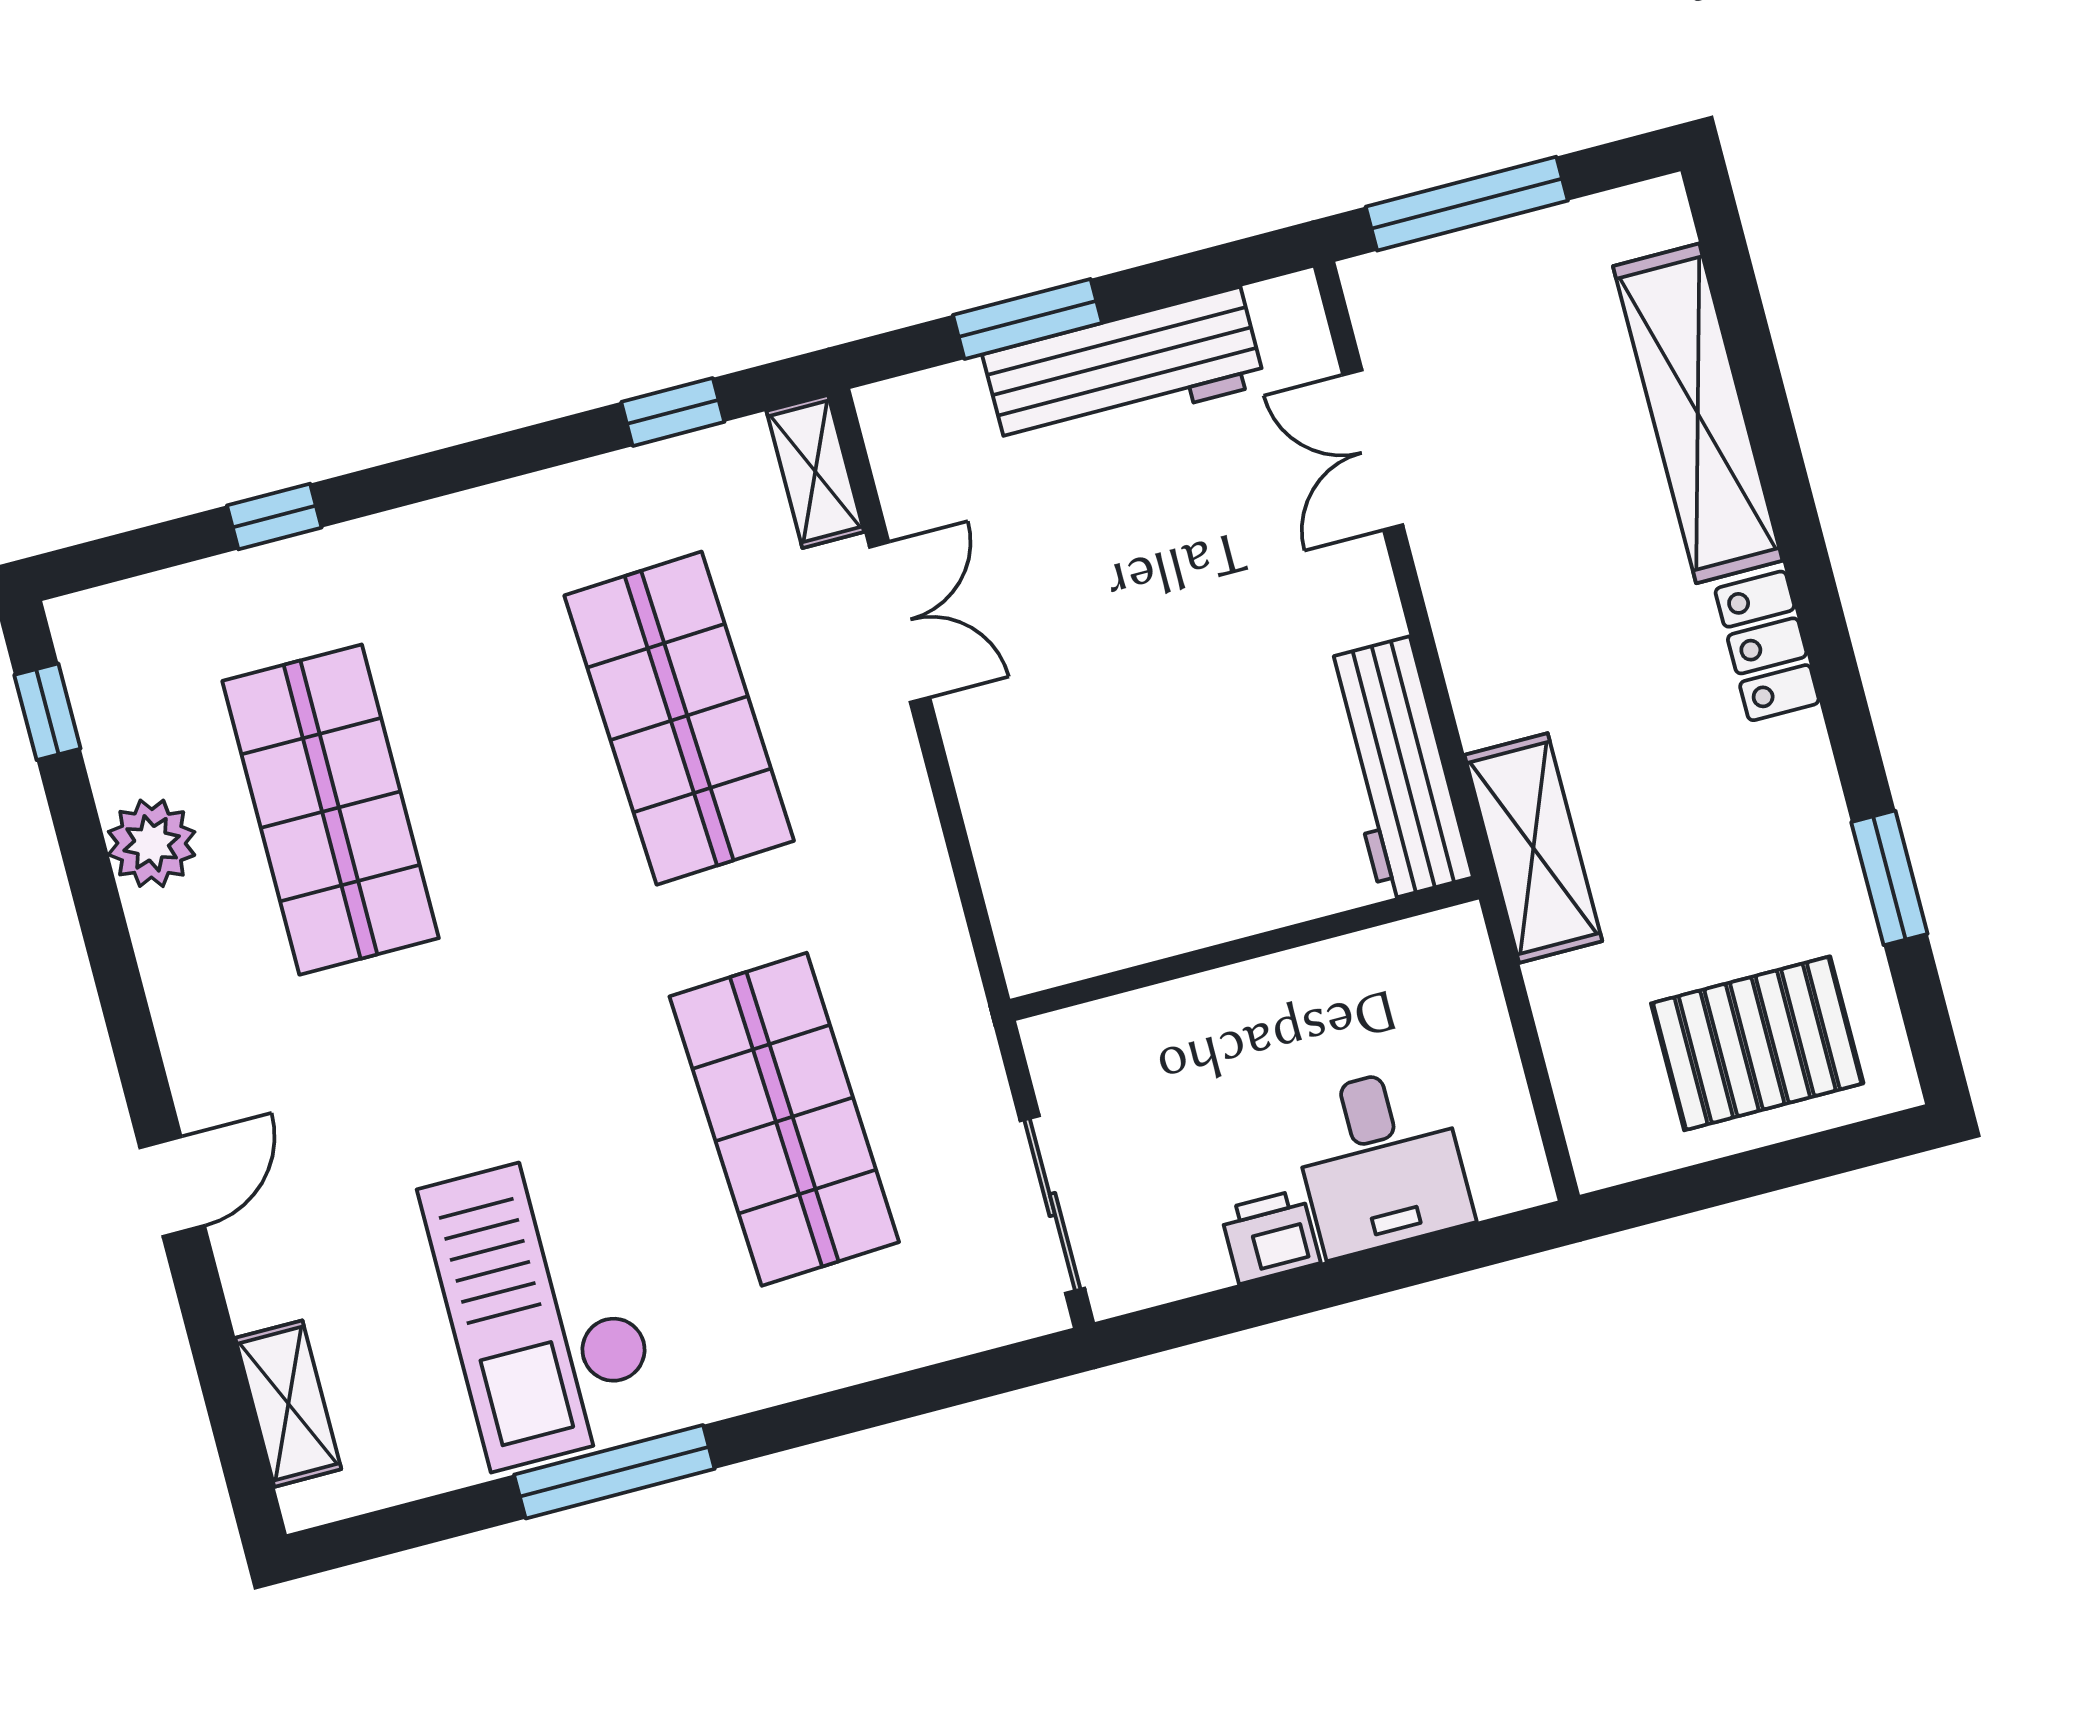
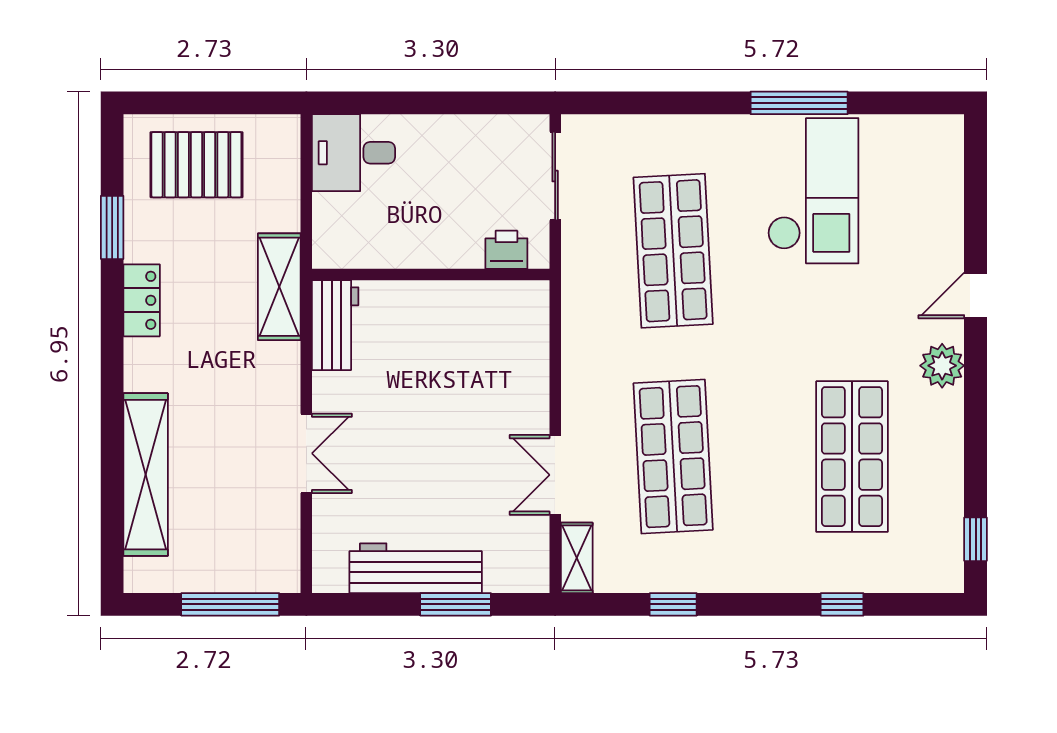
window: (673, 412) -> (673, 604), moved
double door: (1373, 450) -> (306, 453), moved
locker: (1767, 646) -> (142, 300), moved
workbench: (1396, 769) -> (335, 325), width x0.73
plant: (152, 843) -> (942, 366), moved
desk: (1381, 1161) -> (354, 153), moved, turned -90
printer: (1270, 1236) -> (506, 250), moved, turned 180
shelving: (288, 1404) -> (947, 177), removed

